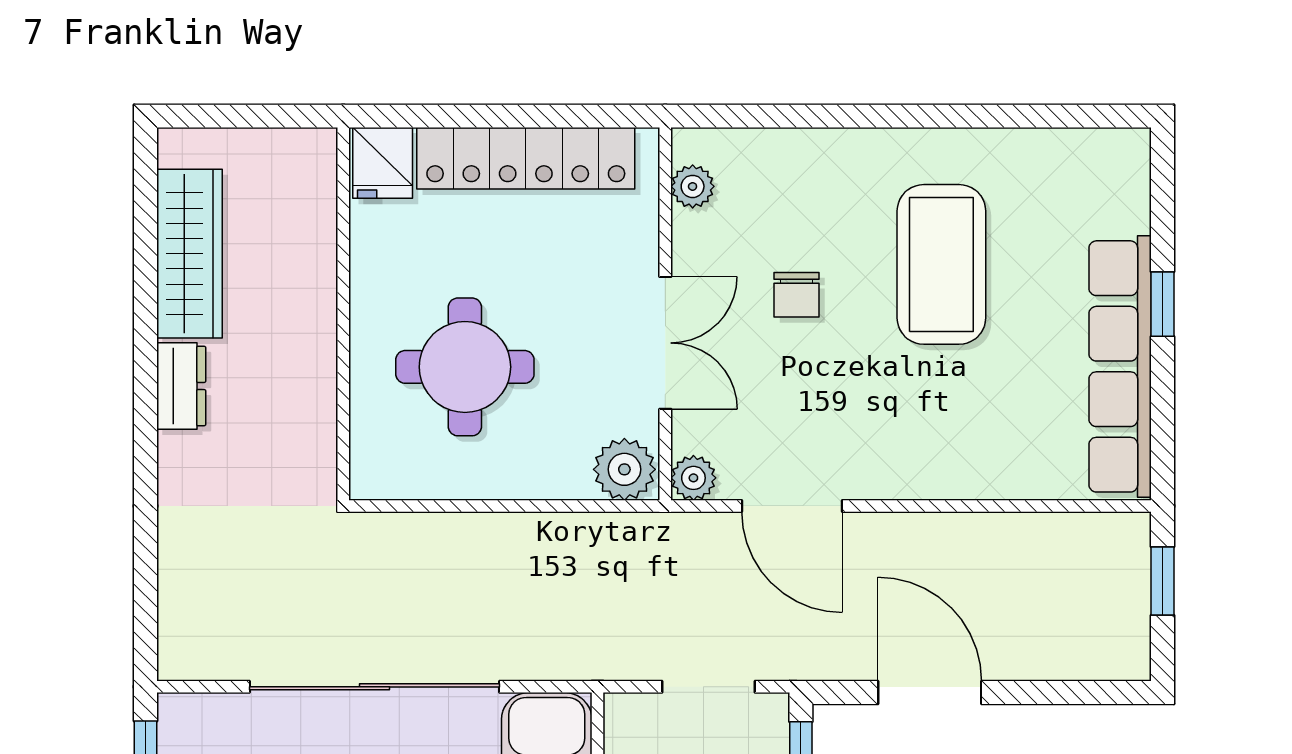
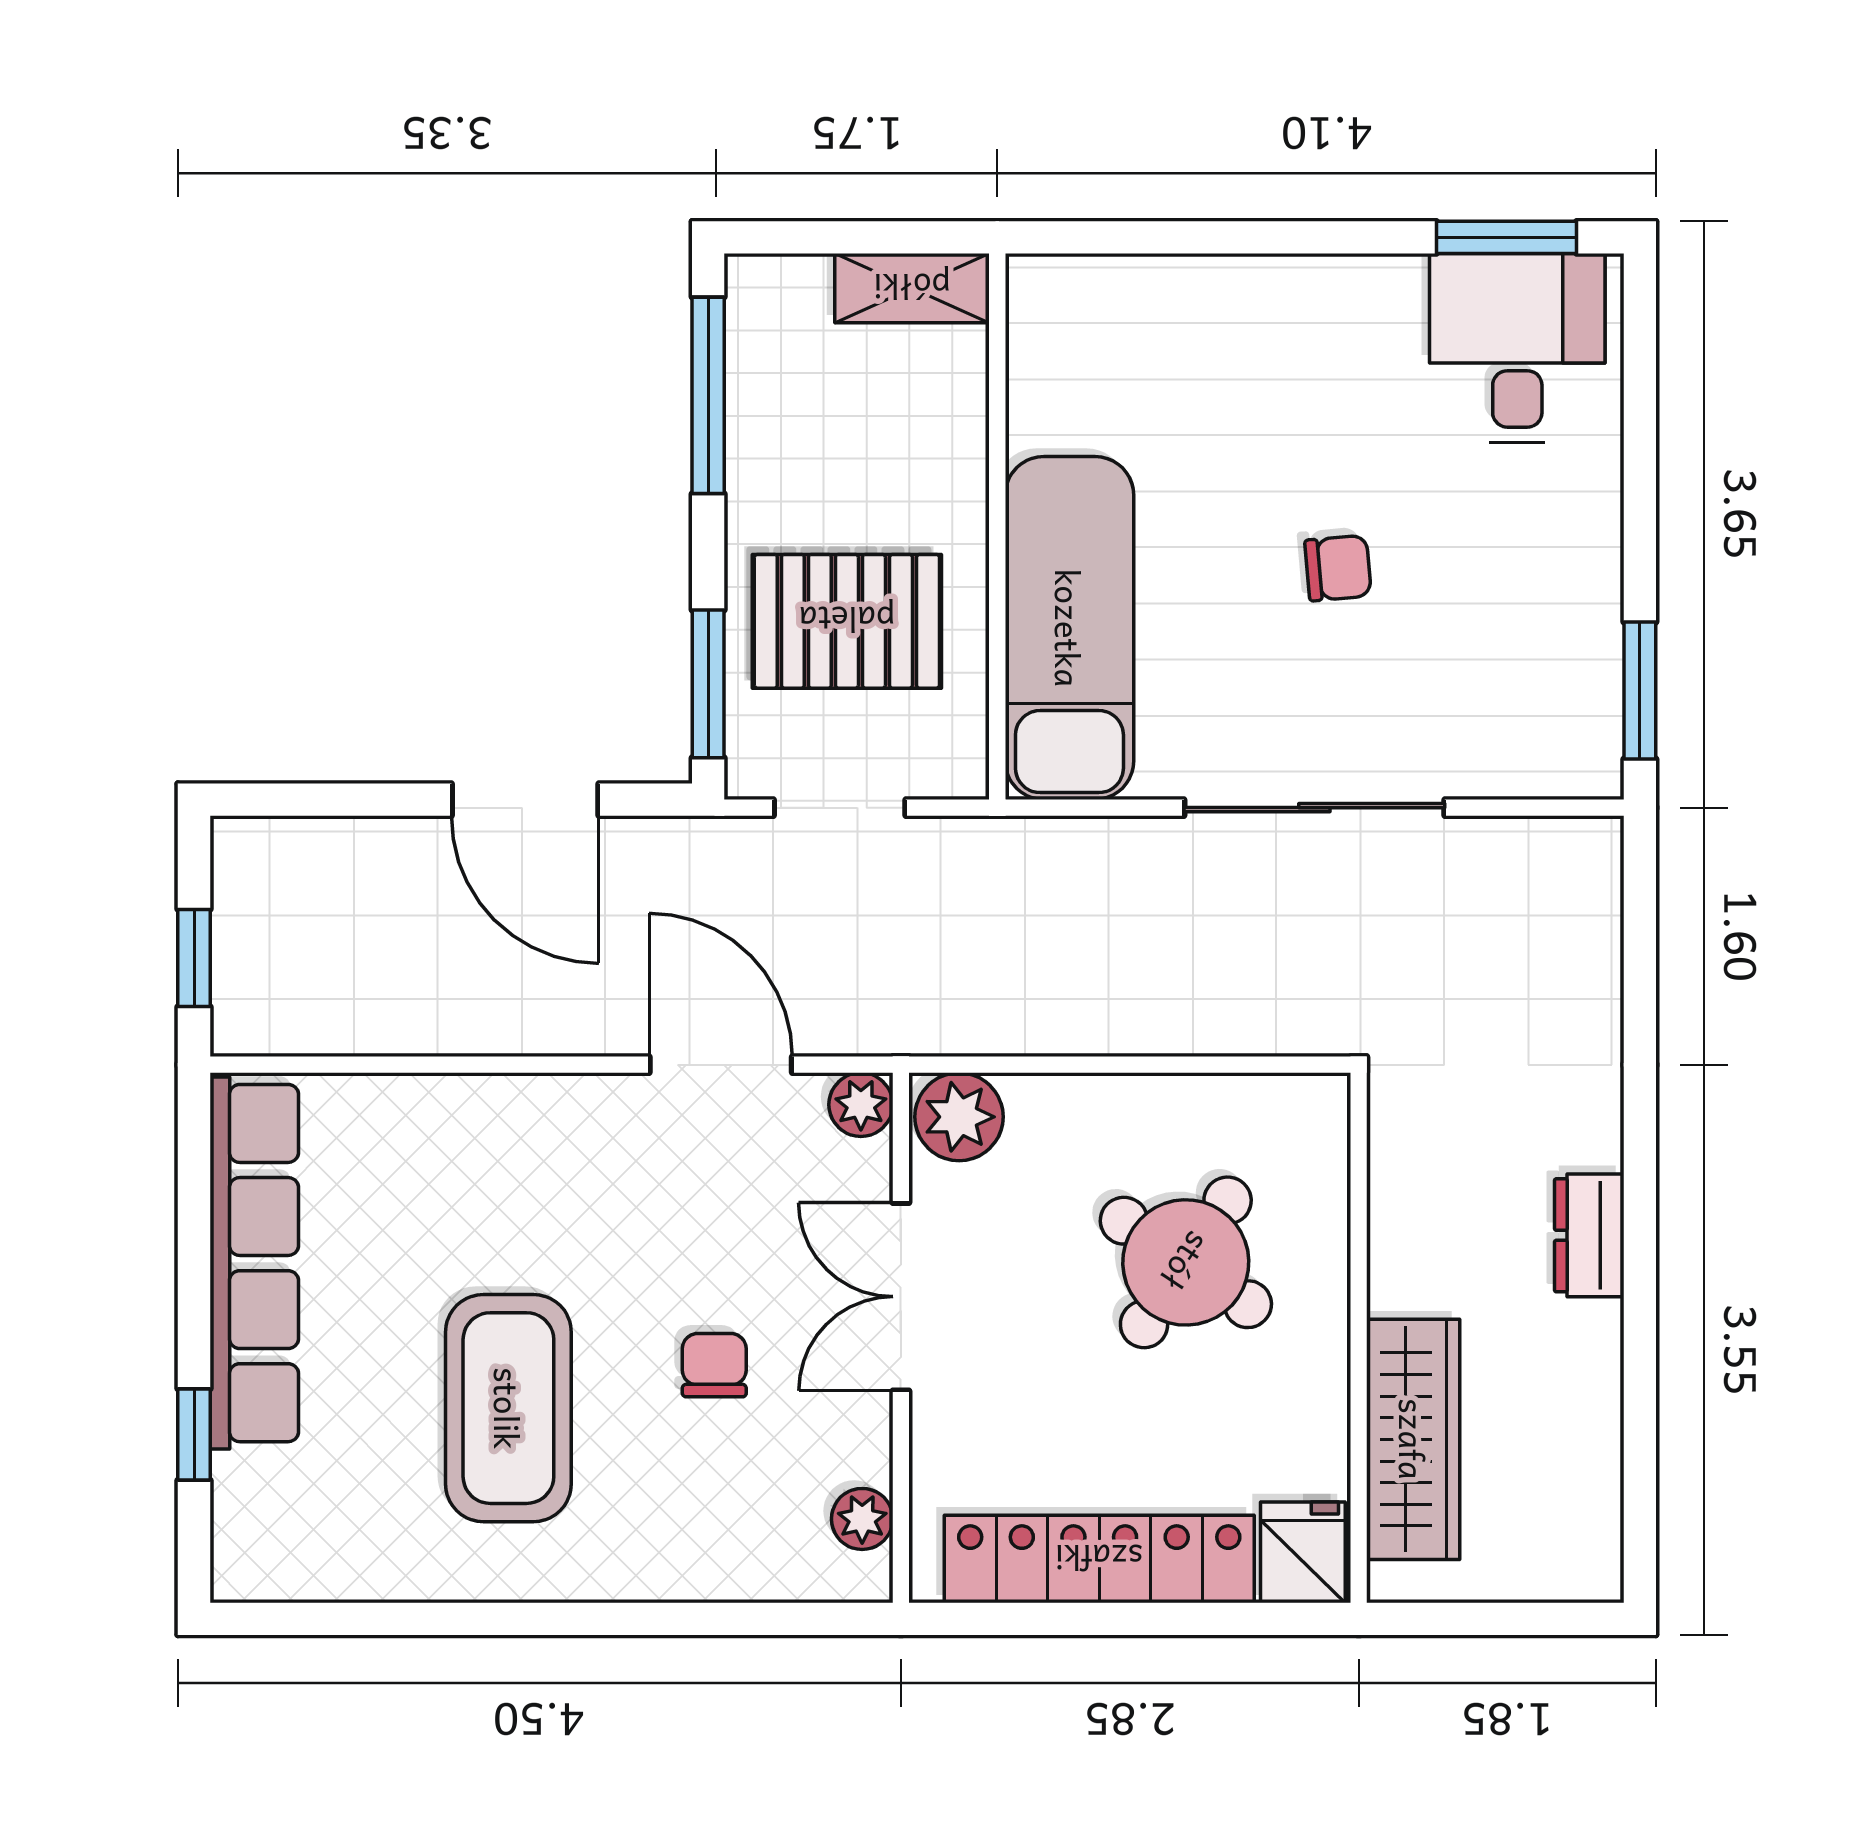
wardrobe: (190, 254) -> (1413, 1439), moved, turned 180
window: (1163, 304) -> (194, 1435), moved
round table: (465, 367) -> (1186, 1262), turned 34
sliding door: (374, 687) -> (1314, 808), width x0.73

